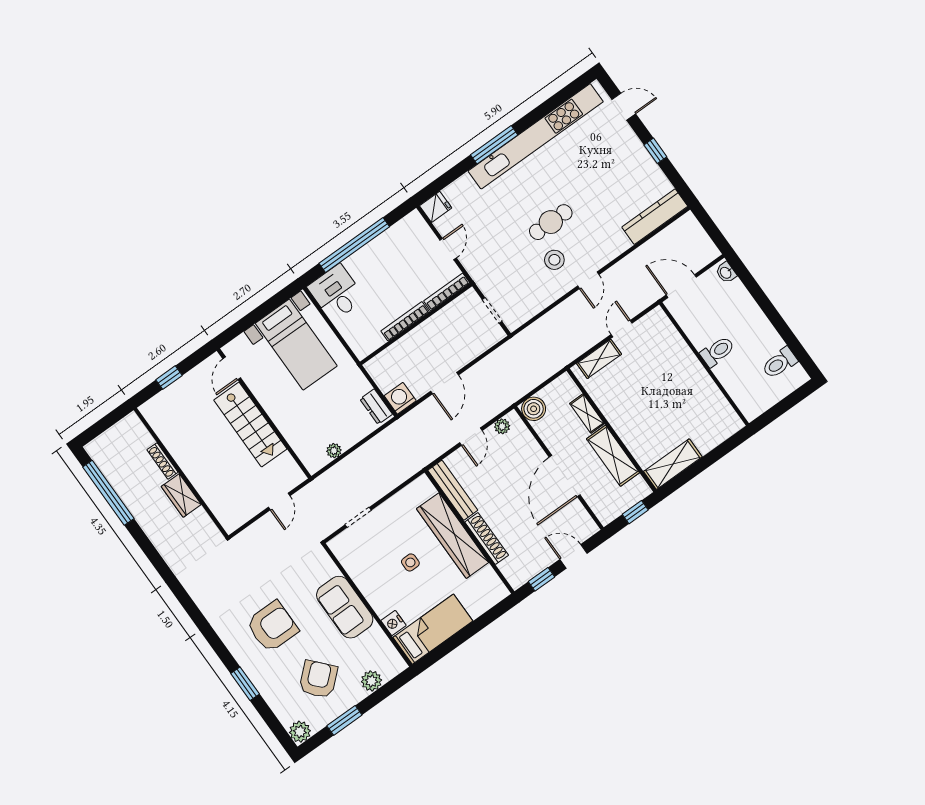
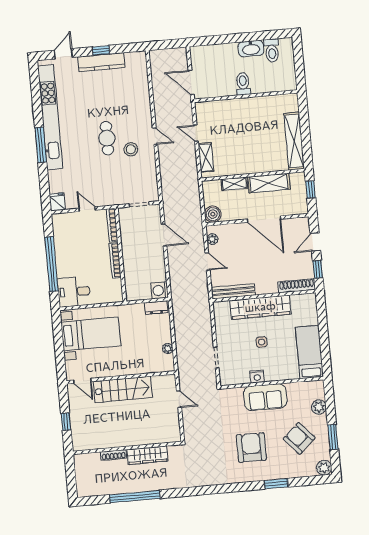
kitchen counter: (655, 217) -> (101, 62), moved, turned -90
washbasin: (726, 273) -> (251, 49), moved, width x1.91, depth x1.45
door: (681, 286) -> (191, 82), hinge flipped
door: (444, 383) -> (164, 235), moved
shelving: (673, 464) -> (294, 141), width x1.47
window: (108, 493) -> (135, 497), moved
wardrobe: (181, 496) -> (147, 455), width x1.50
shoe rack: (487, 539) -> (297, 286), moved
nightstand: (394, 623) -> (257, 377), moved

